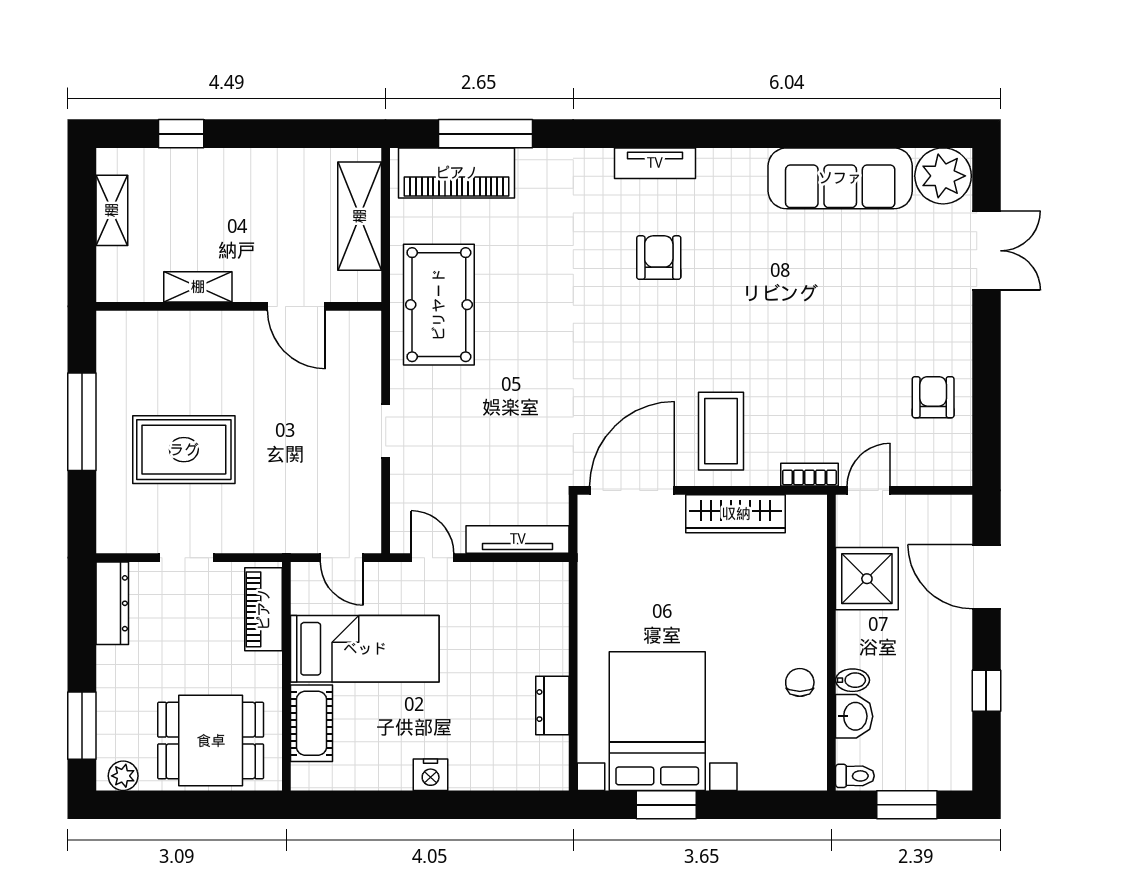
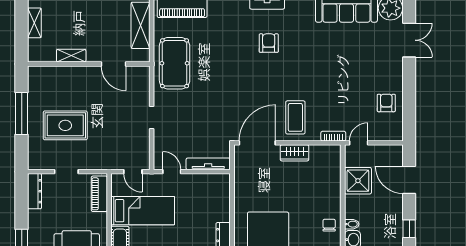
wardrobe: (736, 514) -> (295, 153), width x0.67

